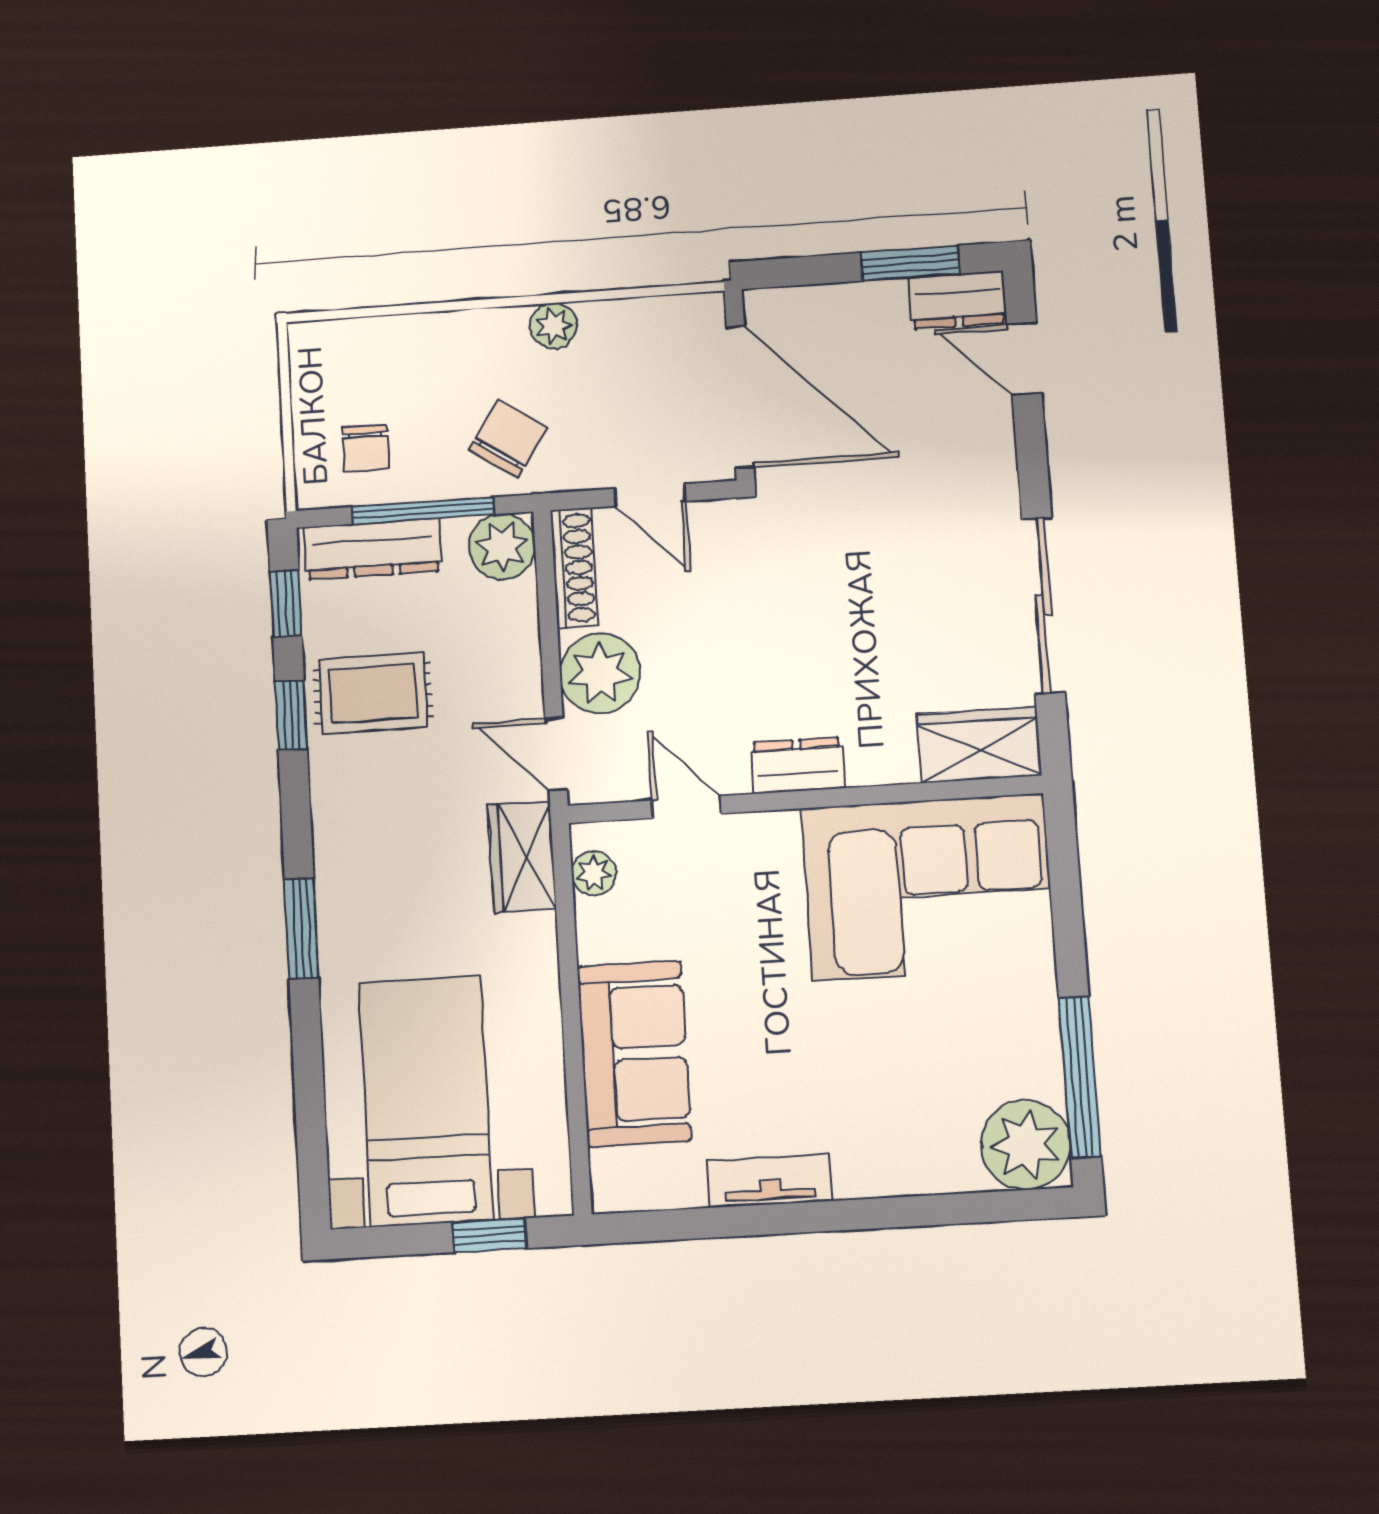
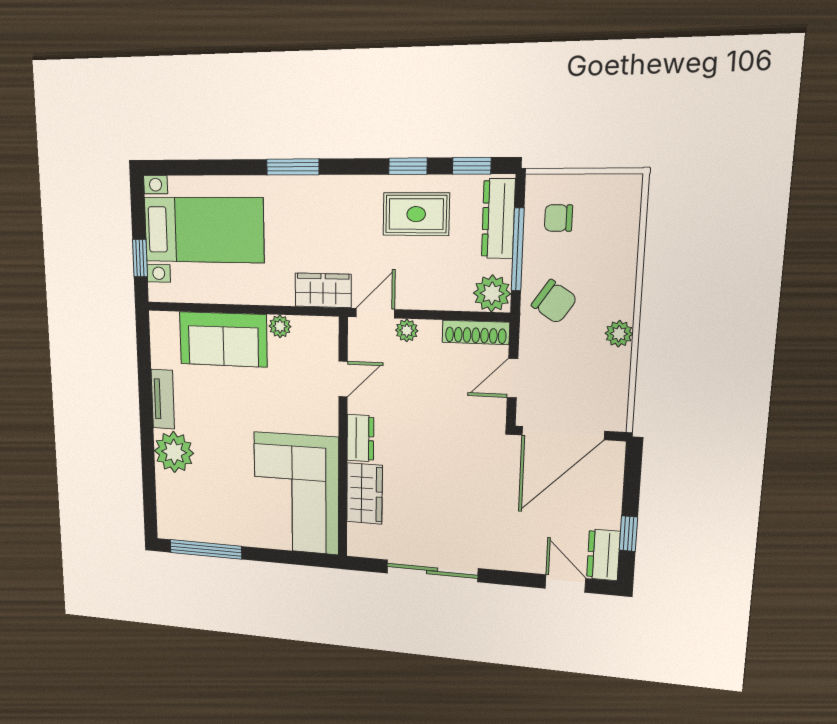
window: (910, 263) -> (628, 534), width x0.67
door: (1024, 359) -> (565, 583), hinge flipped
plant: (600, 673) -> (407, 330), width x0.53, depth x0.53
rug: (373, 693) -> (416, 214), turned 90
wardrobe: (979, 745) -> (364, 494), moved
plant: (594, 873) -> (280, 326), moved
plant: (1026, 1145) -> (174, 452), moved

